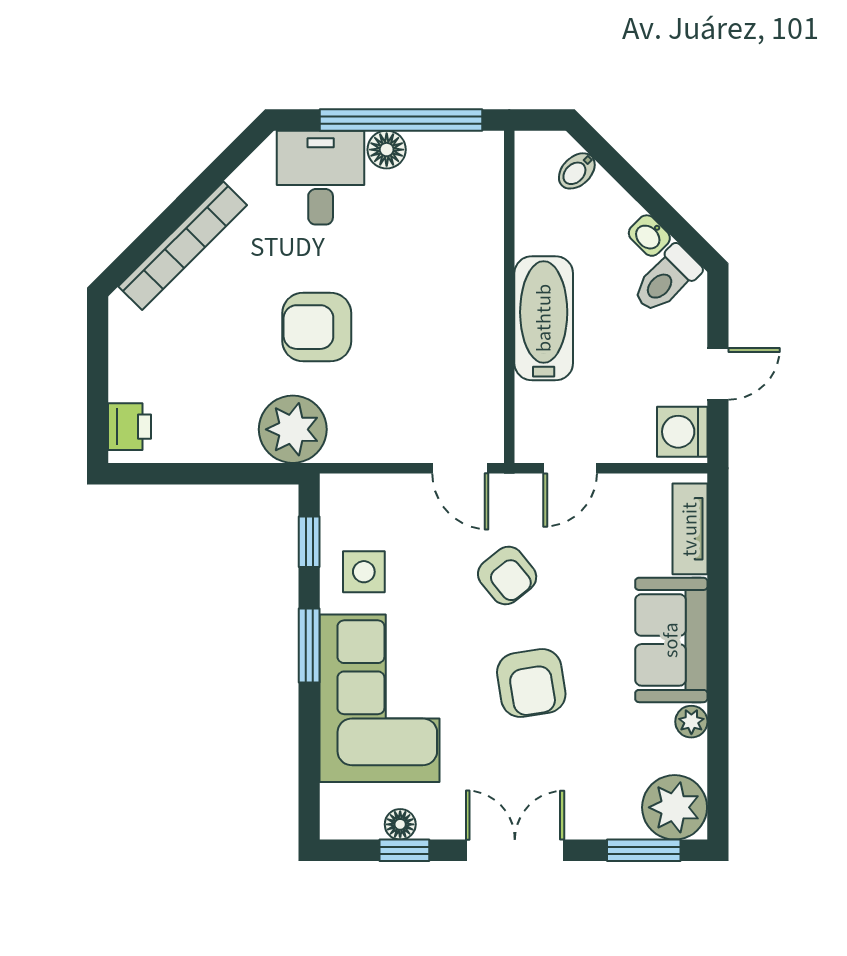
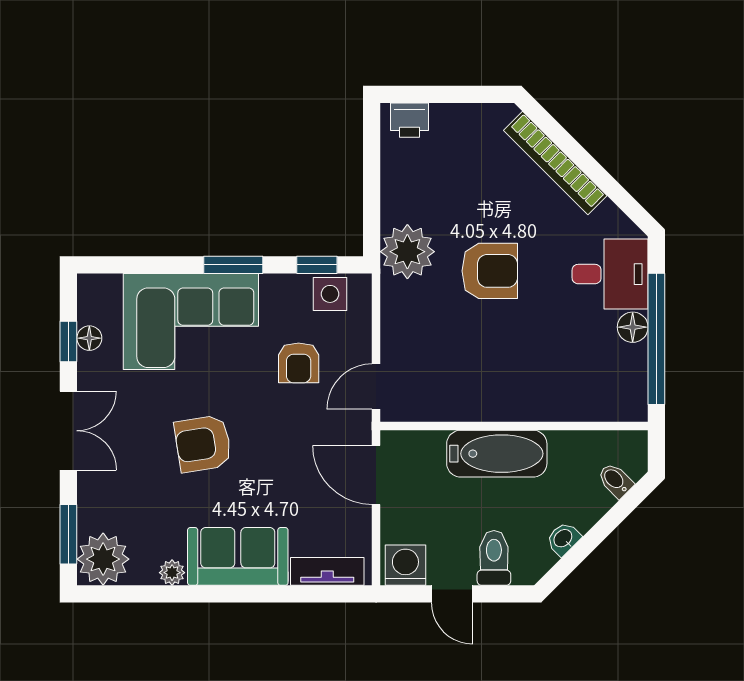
toilet: (666, 279) -> (494, 558), moved, turned 45
armchair: (317, 327) -> (490, 271), turned 90
door: (570, 468) -> (376, 475), width x1.38
side table: (364, 572) -> (330, 294), moved
armchair: (507, 576) -> (299, 363), moved, turned -51

